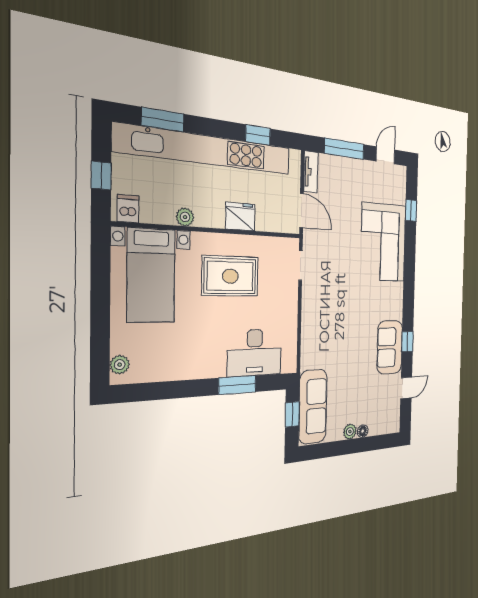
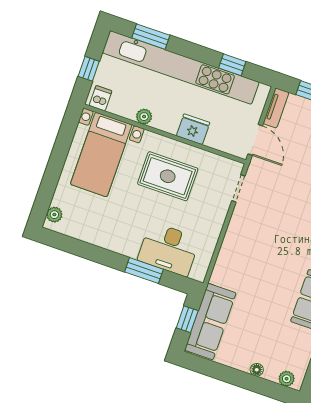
plant: (350, 432) -> (287, 379), moved

